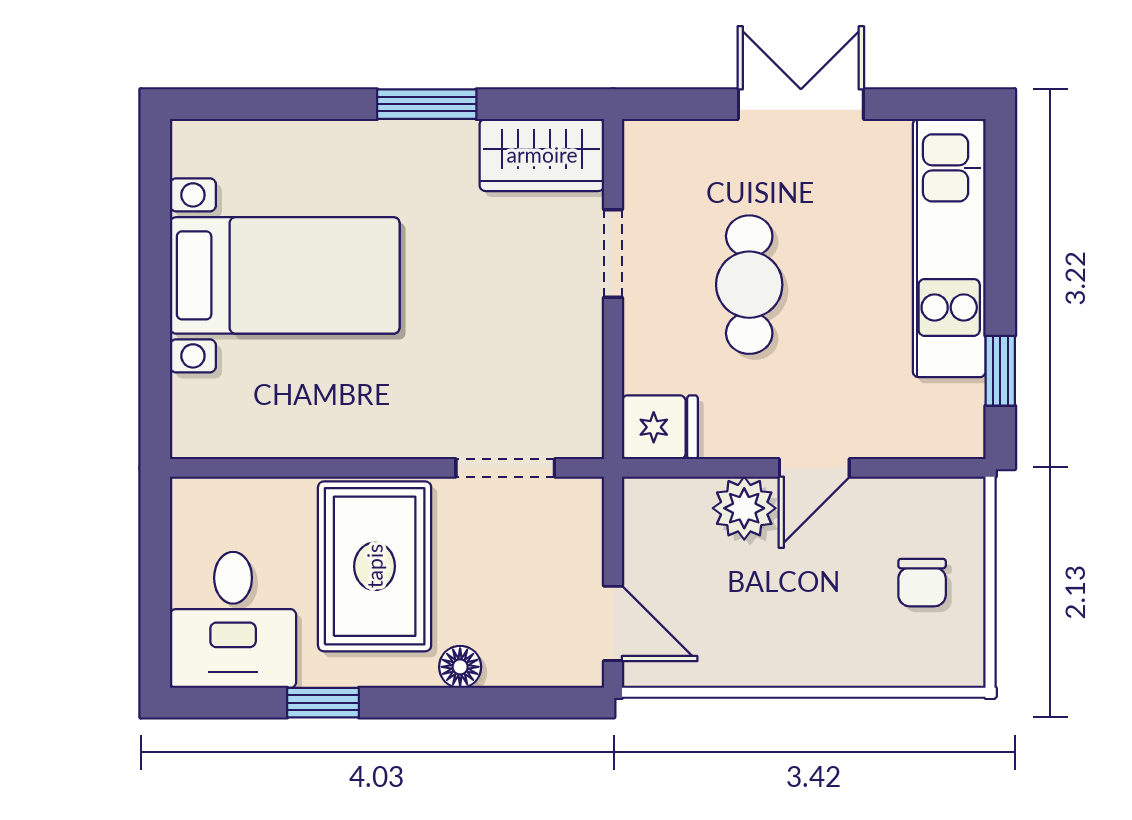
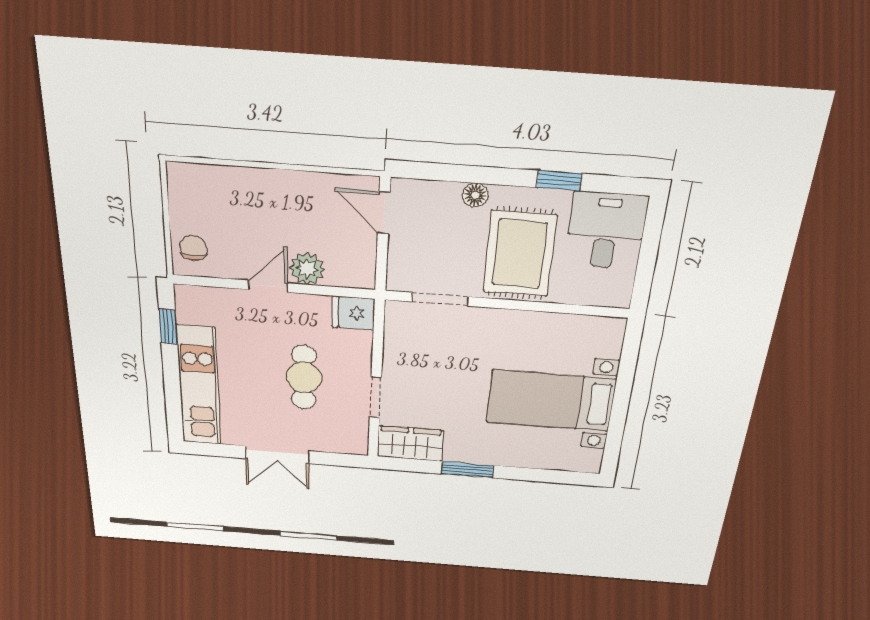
chair: (922, 583) -> (194, 248), moved

